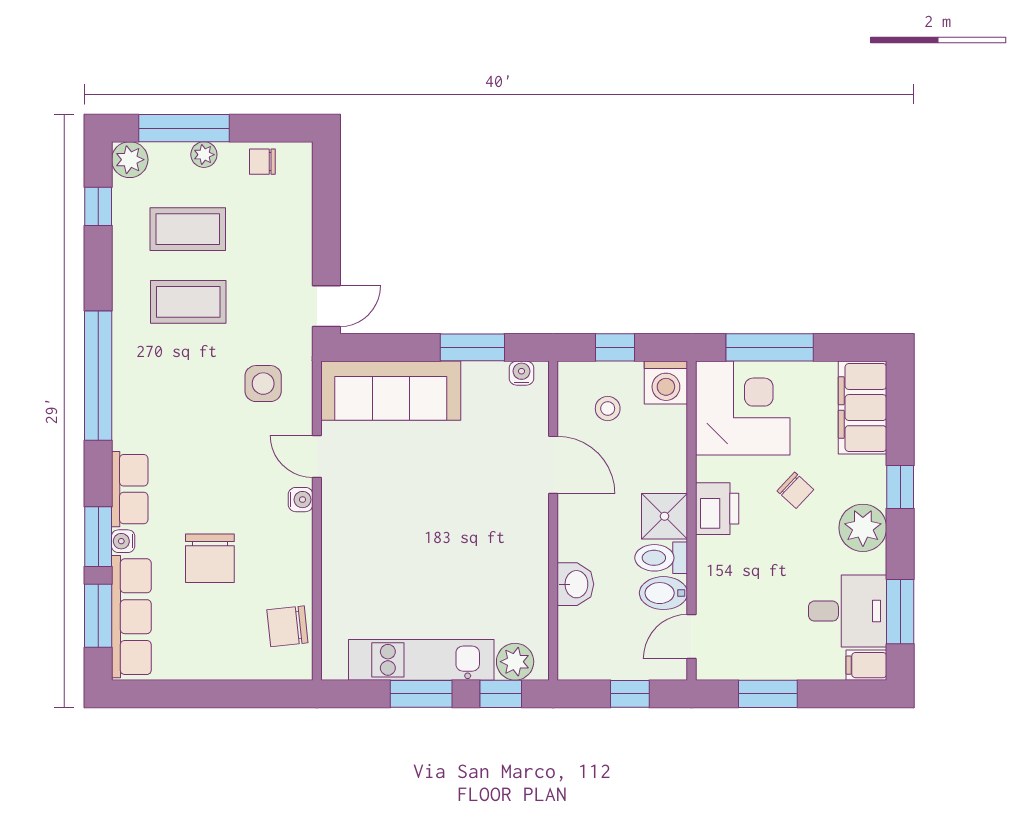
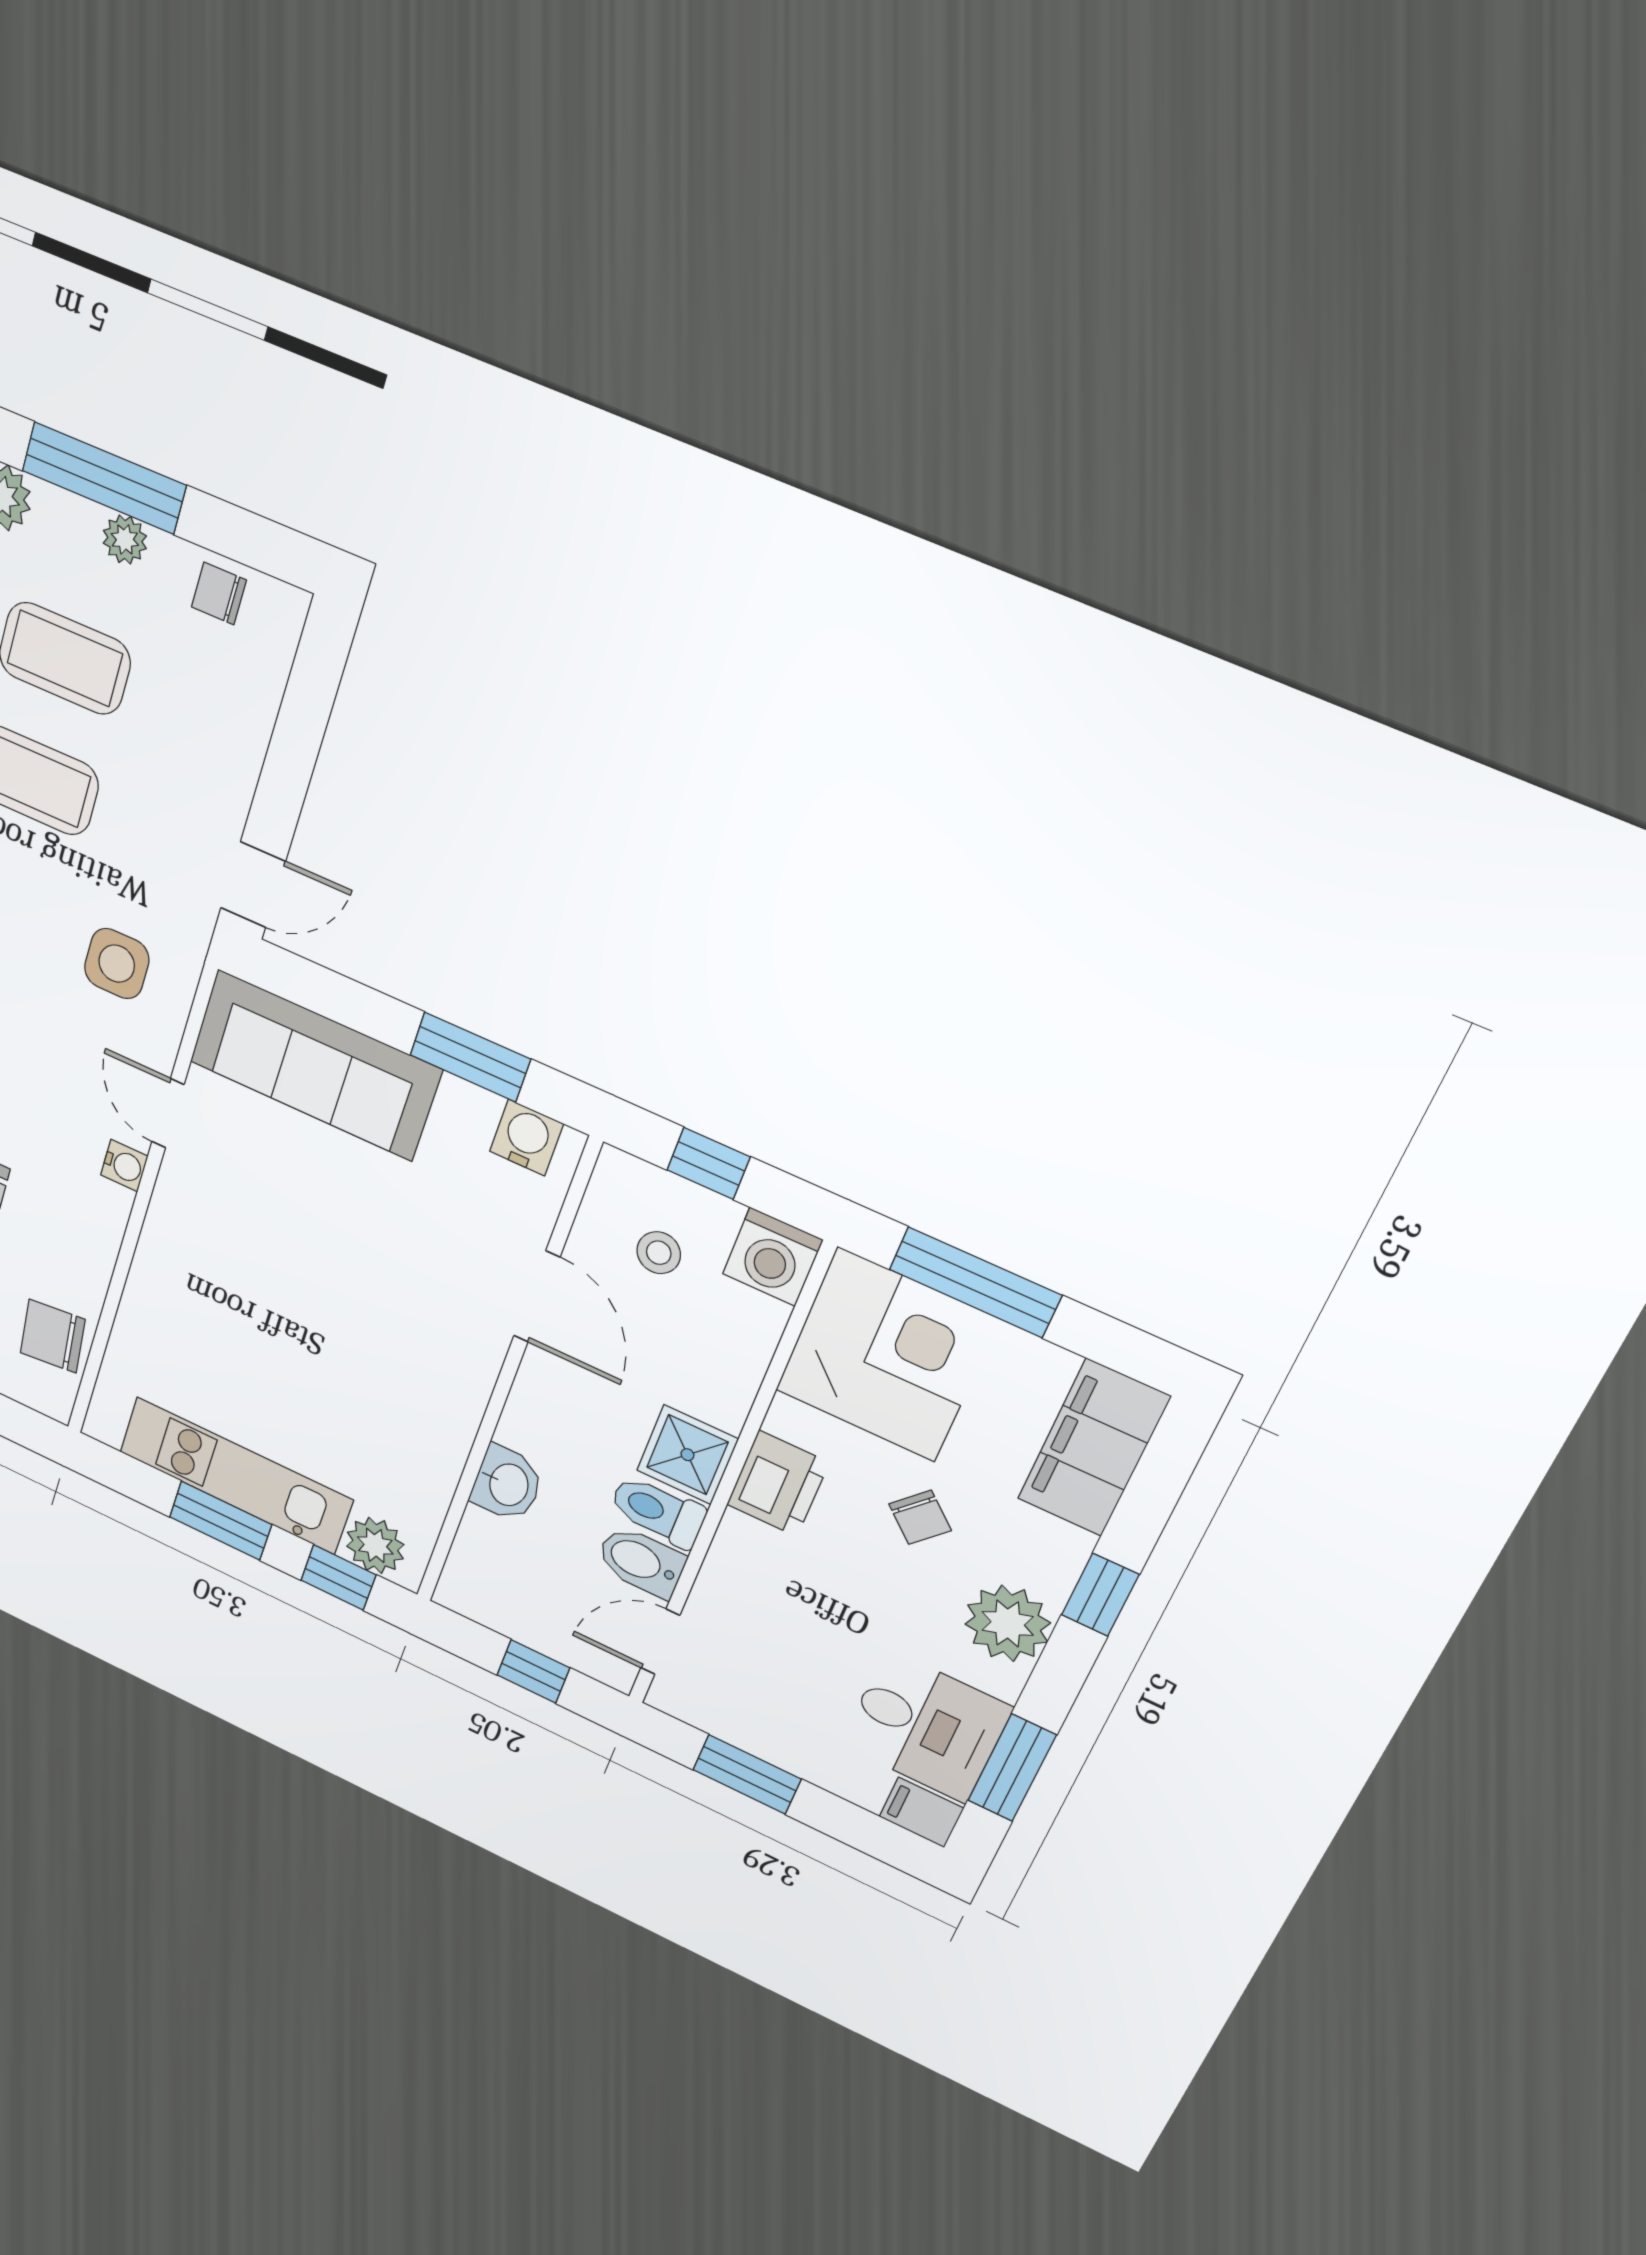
water cooler: (522, 373) -> (527, 1138), width x1.38, depth x1.38

